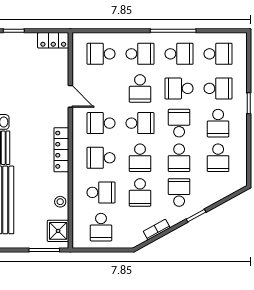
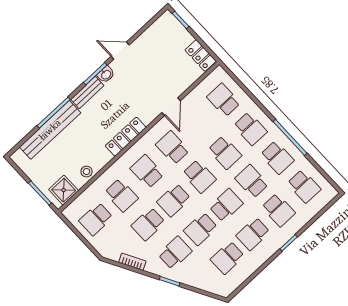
school desk: (140, 88) -> (225, 153), turned -90

